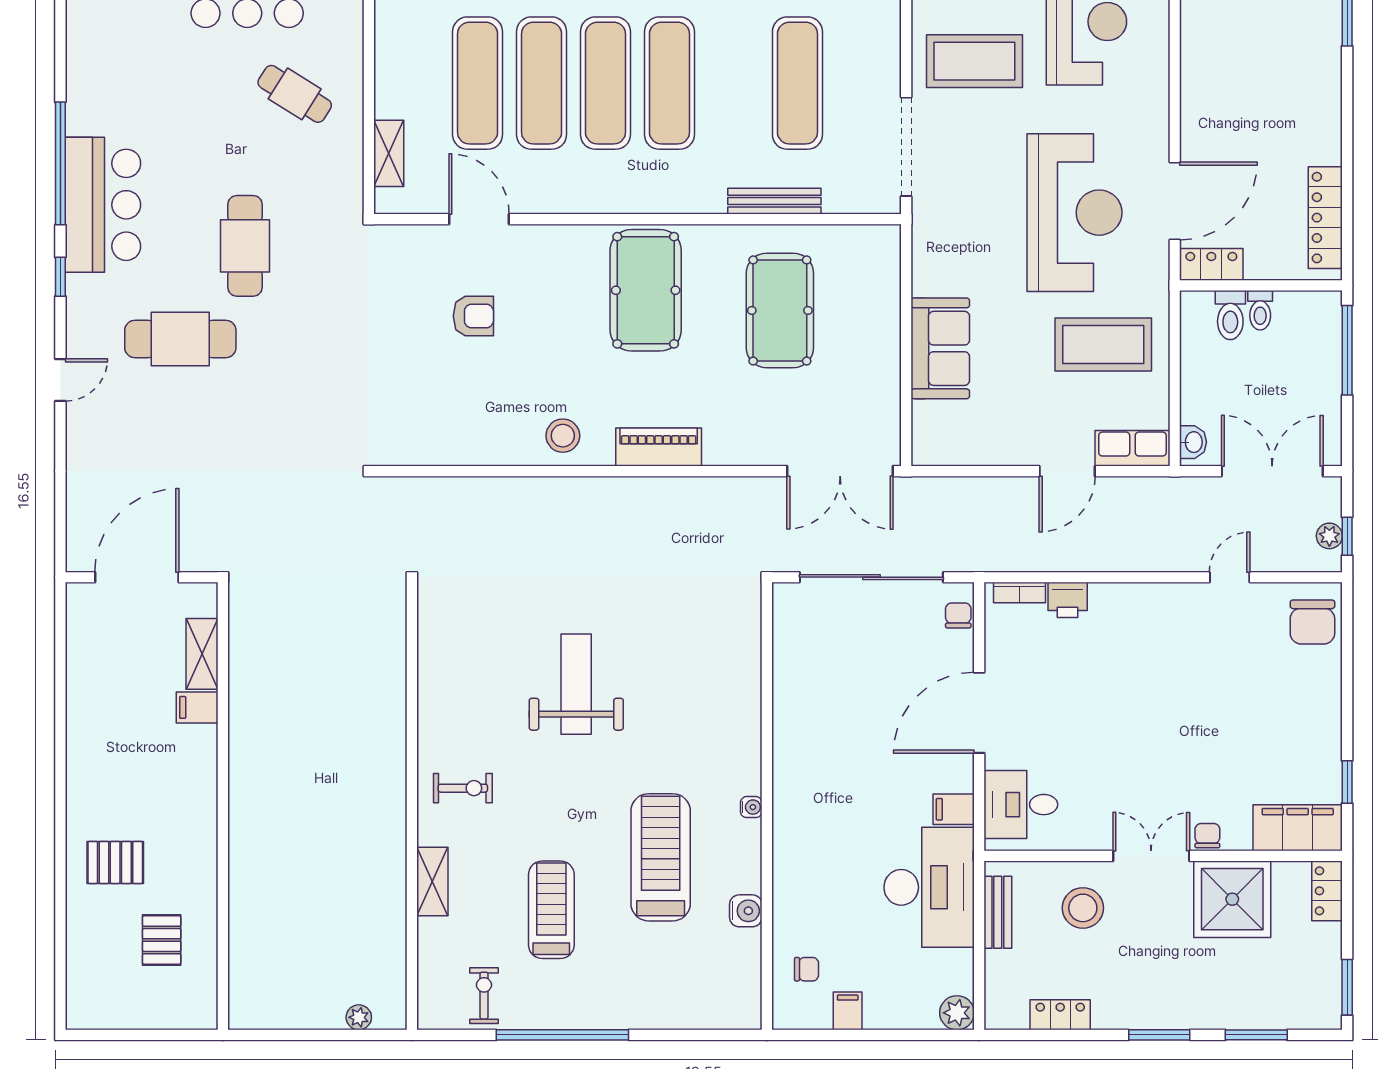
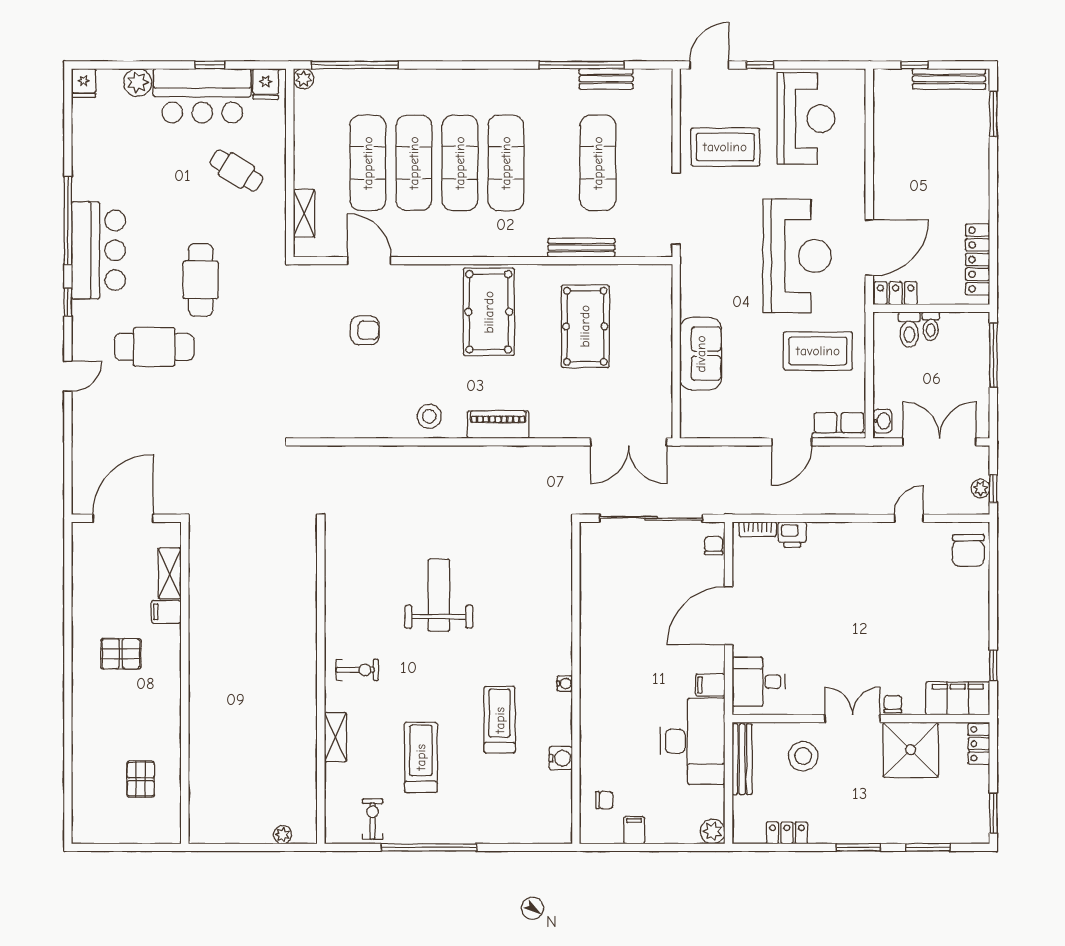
treadmill: (661, 857) -> (500, 720), width x0.73, depth x0.73
pallet: (115, 862) -> (121, 654), moved
bench: (998, 912) -> (742, 759), width x1.36

